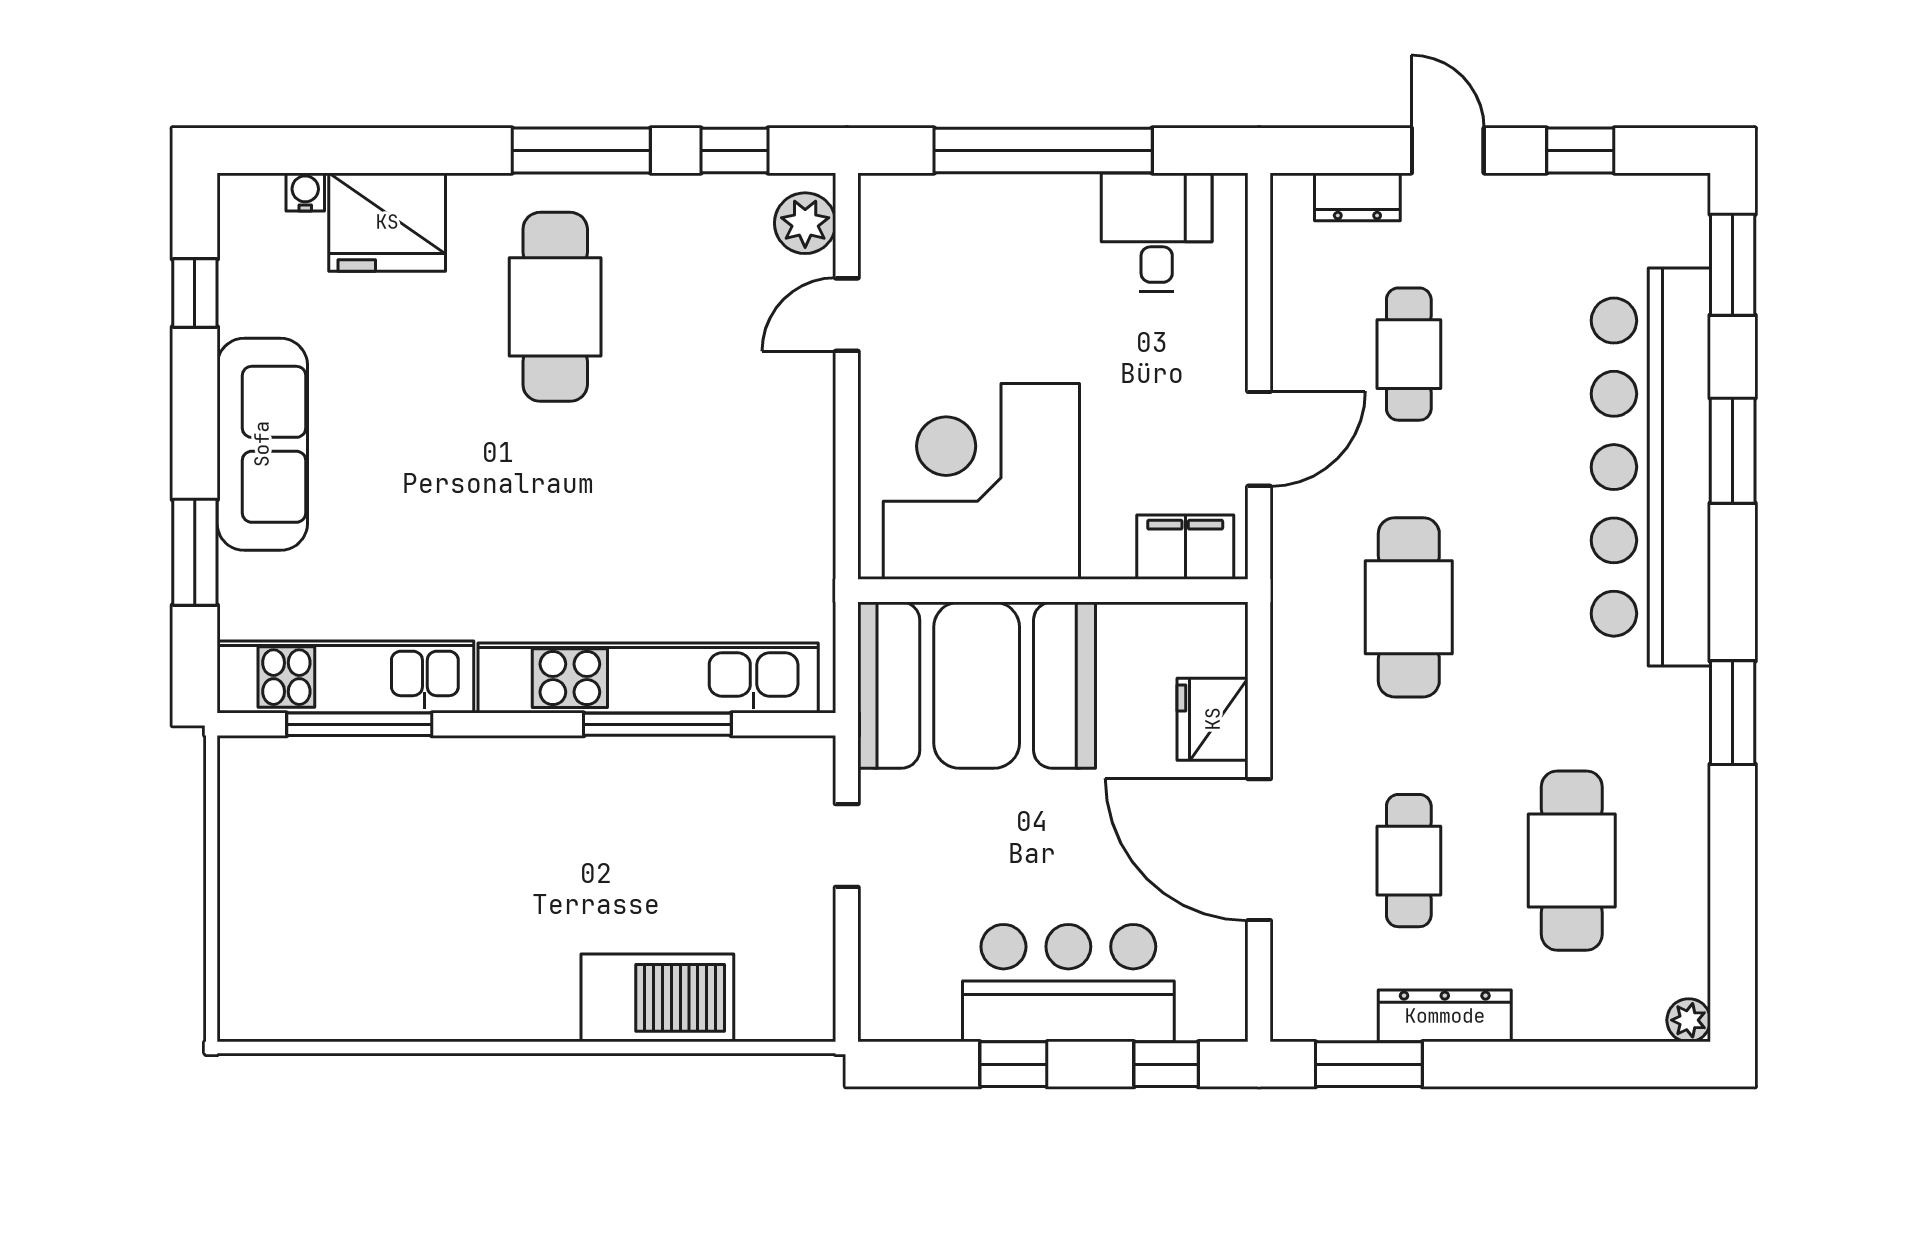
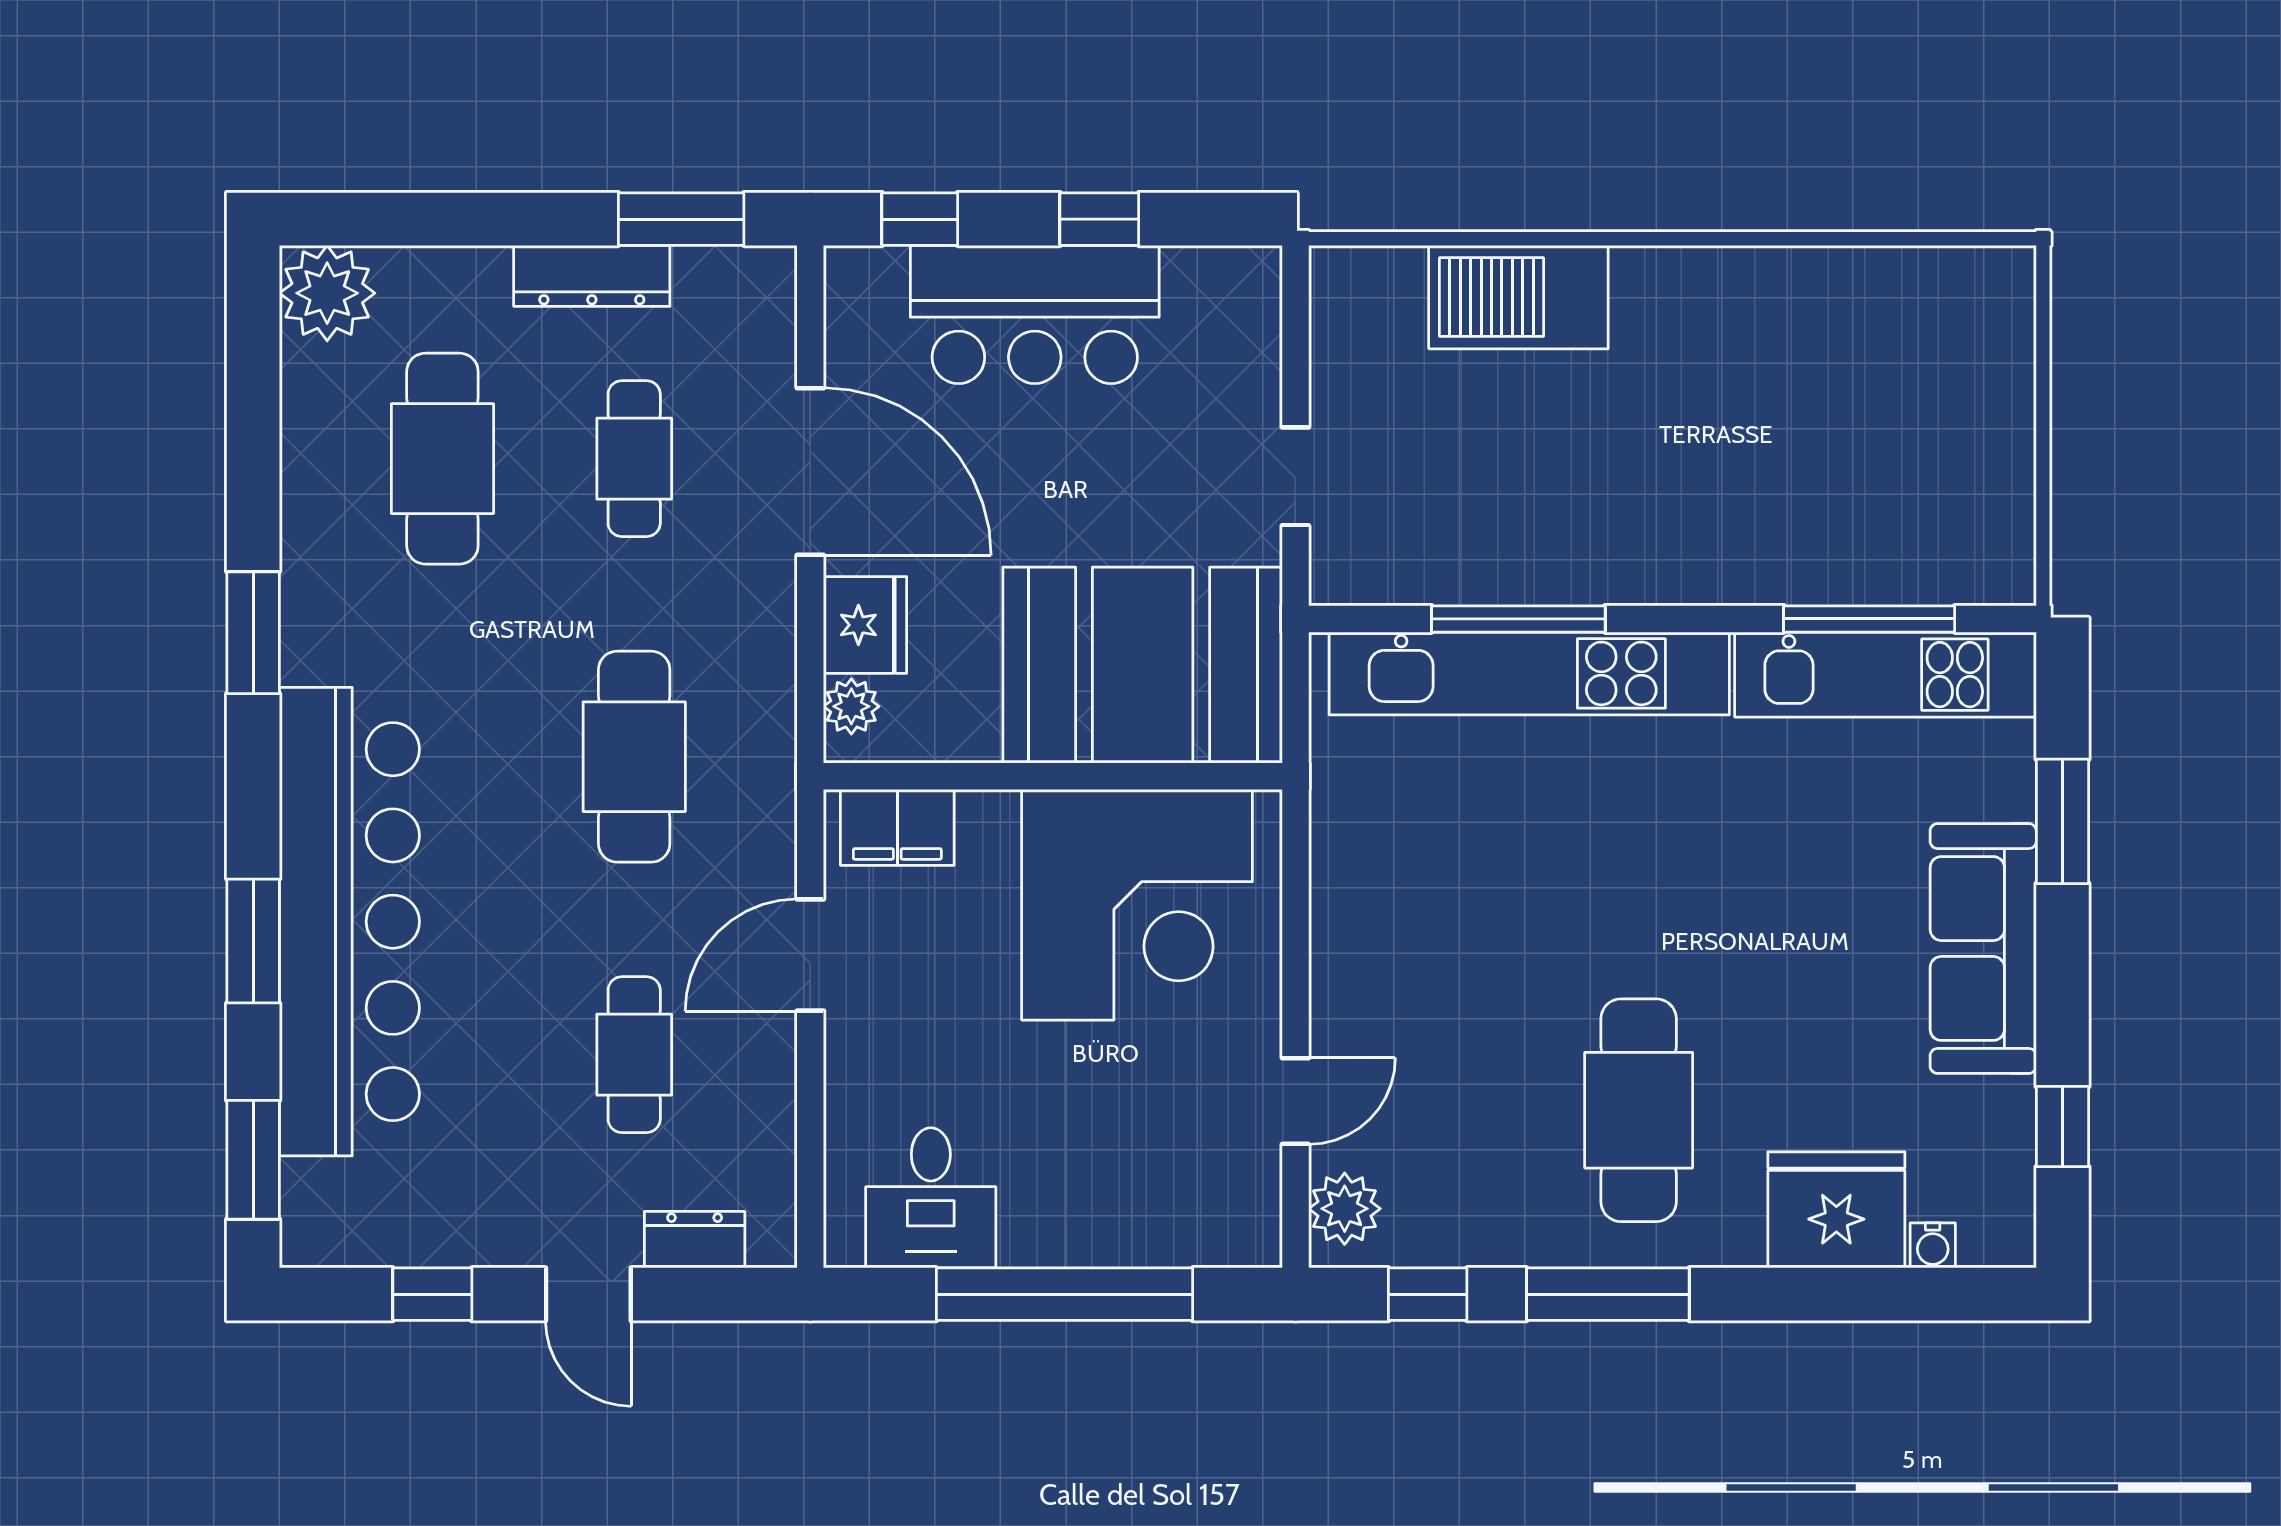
plant: (1224, 650) -> (851, 706), added
plant: (1689, 1020) -> (327, 293), width x1.87, depth x1.87

